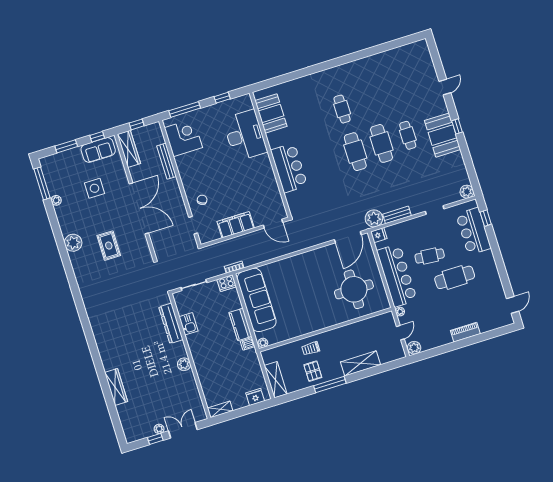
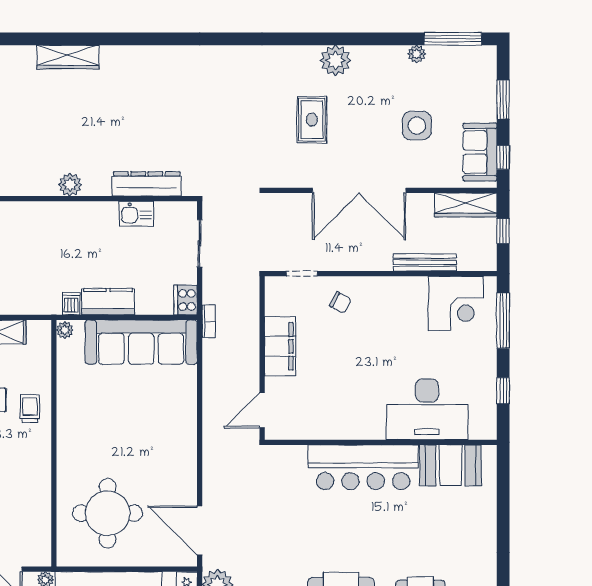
bar counter: (289, 168) -> (363, 467), width x1.36
rug: (109, 246) -> (312, 120), turned 90

